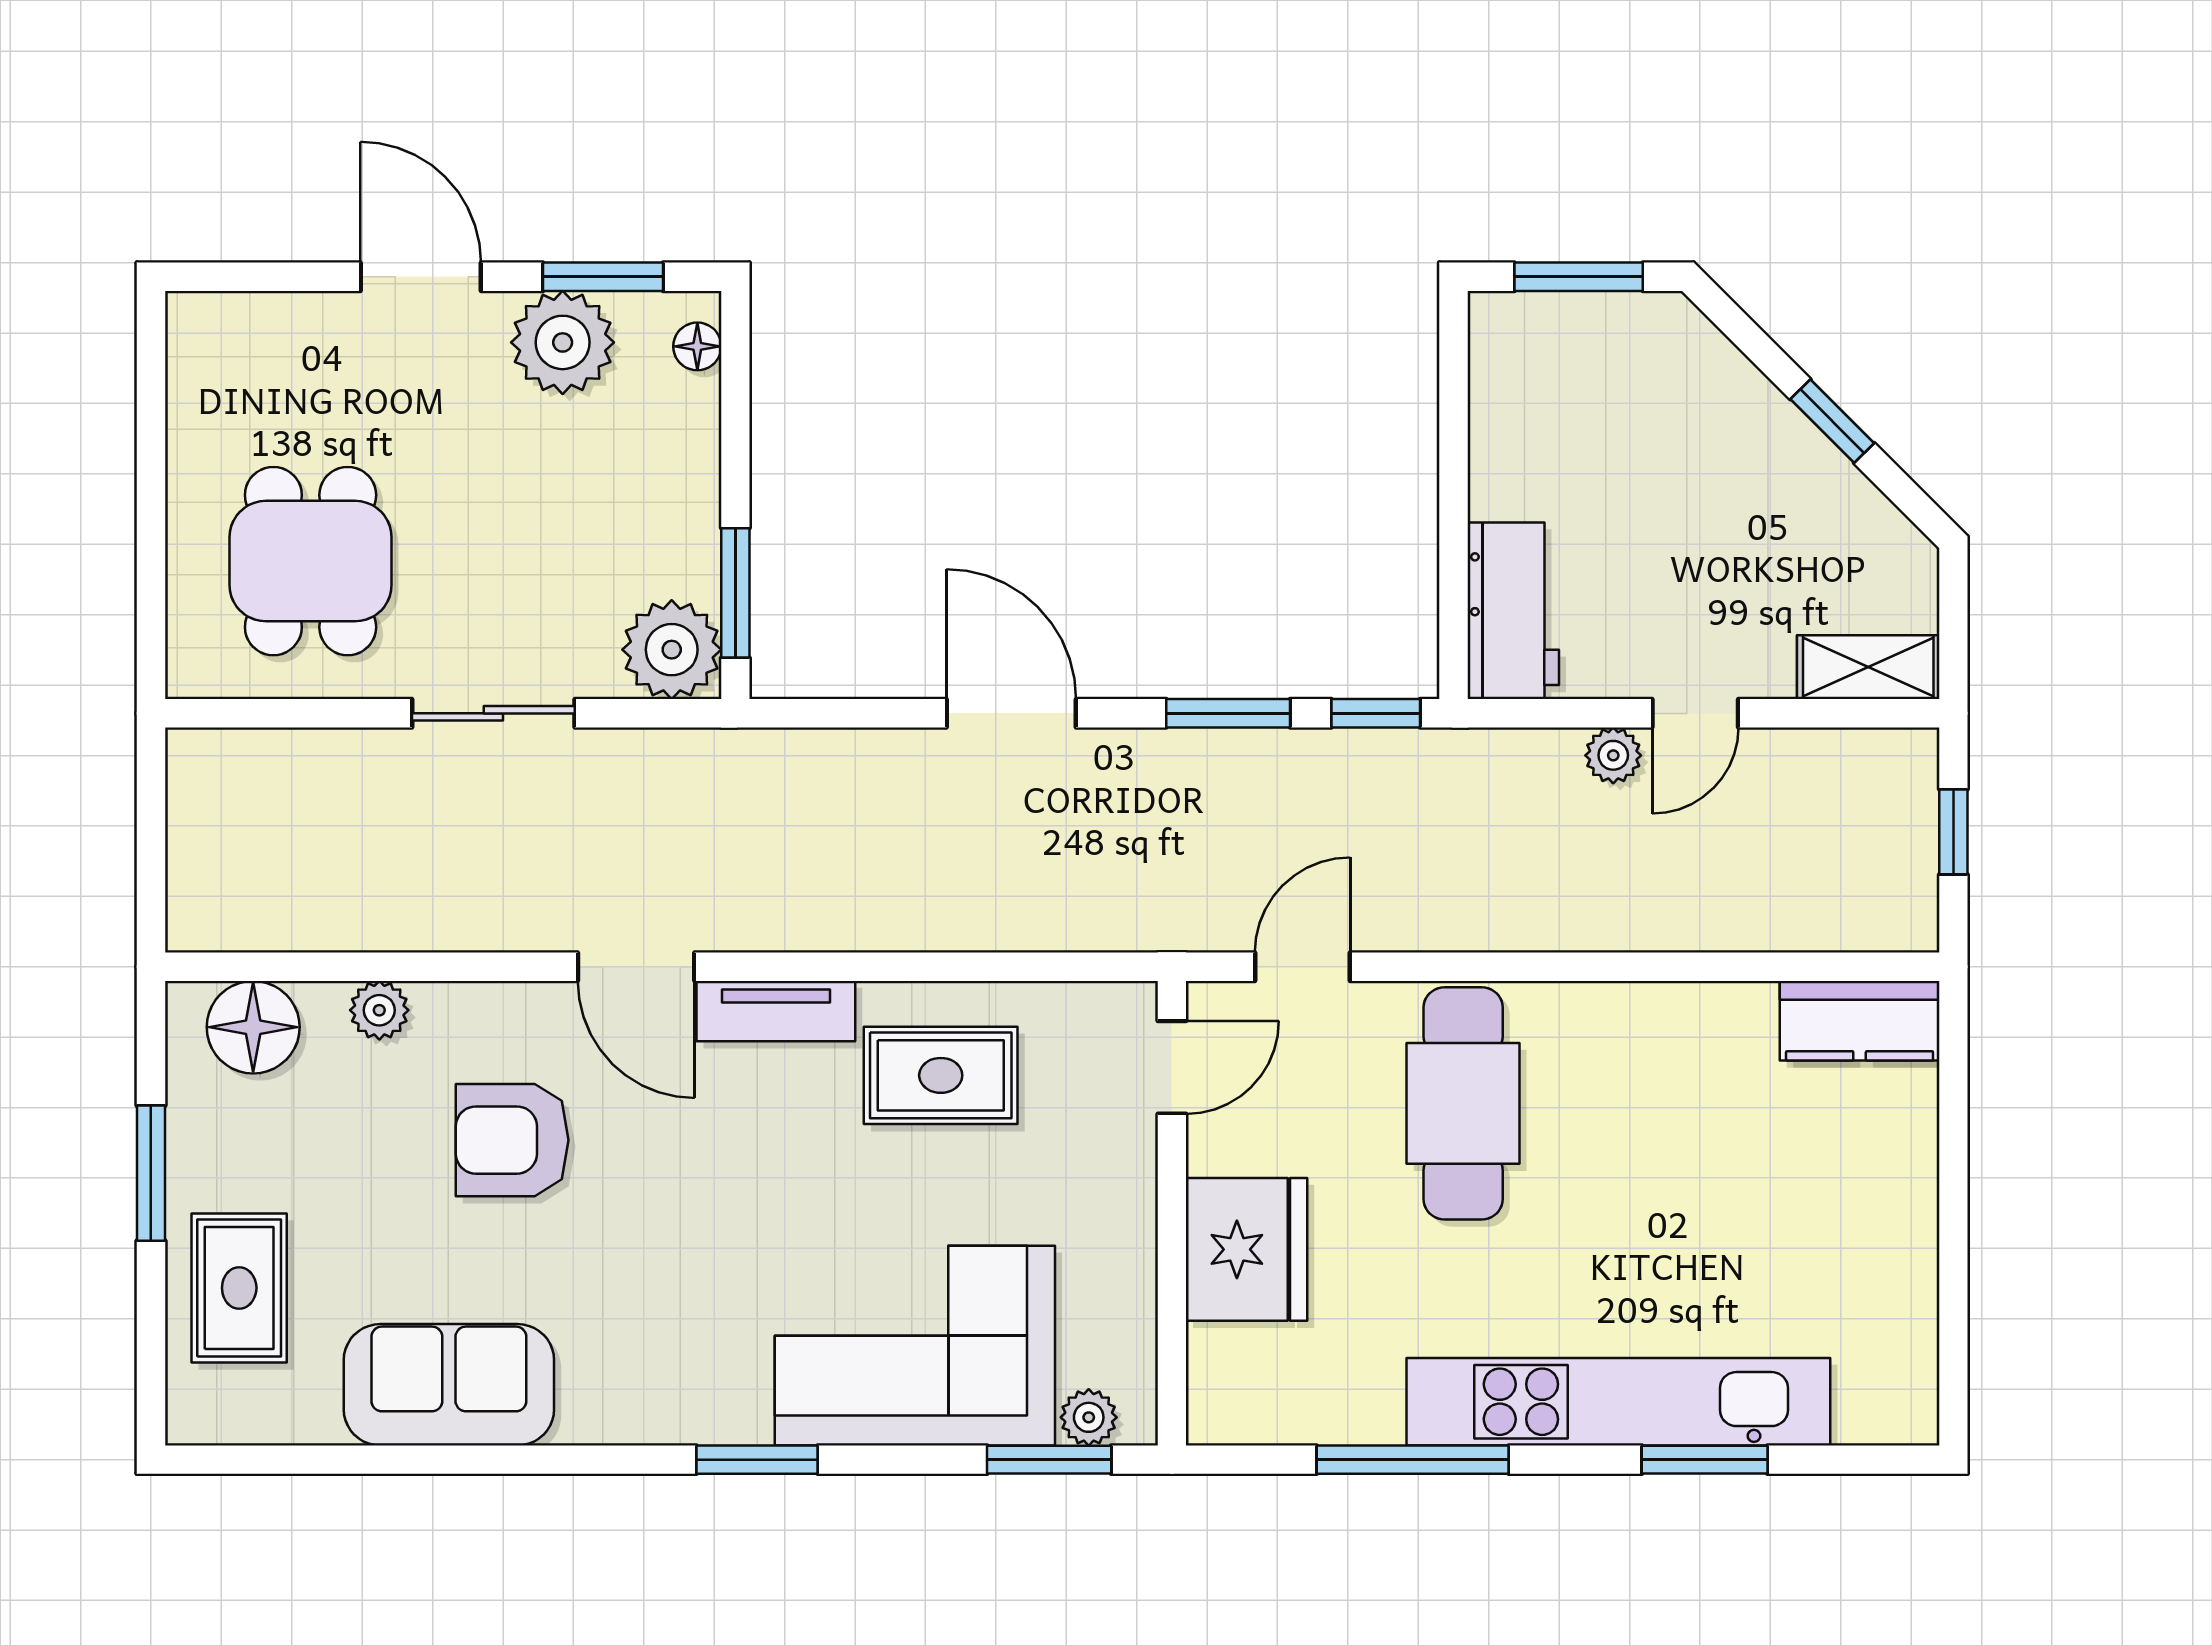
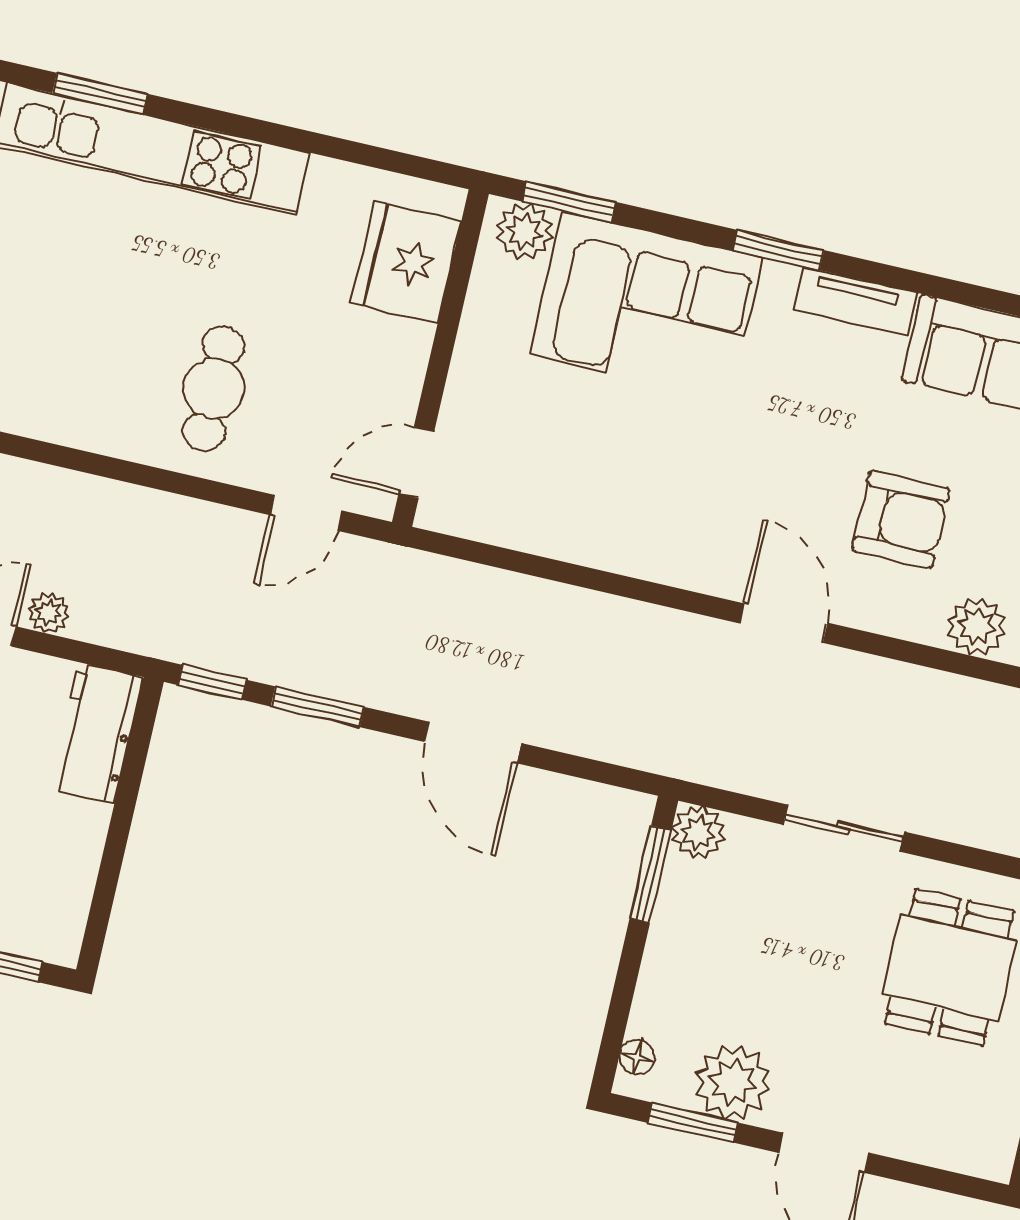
plant: (672, 650) -> (698, 833), width x0.73, depth x0.73
plant: (379, 1010) -> (976, 626), width x1.38, depth x1.38
tv unit: (776, 1011) -> (856, 301), moved, turned 180
rug: (941, 1075) -> (583, 495), removed
cafe table: (1463, 1103) -> (214, 388), width x0.73, depth x0.74
fridge: (1247, 1249) -> (406, 262), moved
plant: (1089, 1417) -> (524, 231), width x1.38, depth x1.38
window: (1413, 1460) -> (309, 142), removed

